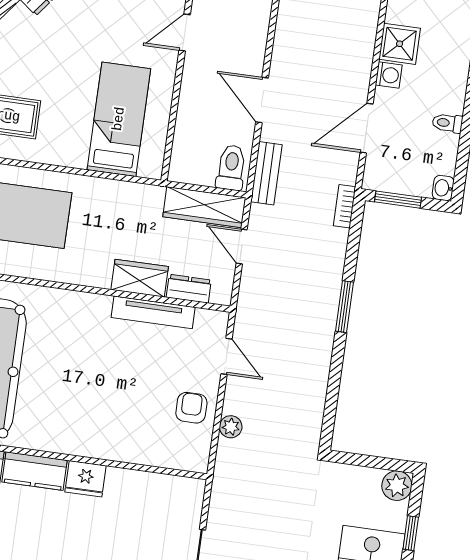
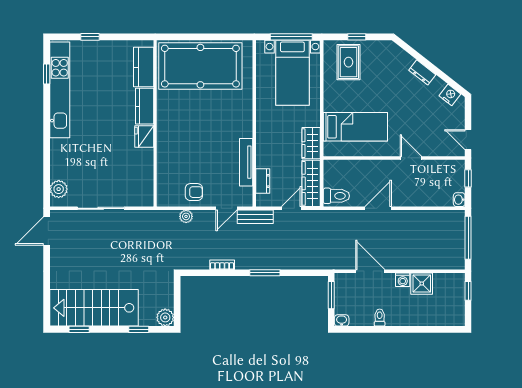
bench: (266, 173) -> (255, 217), moved
bookcase: (345, 206) -> (222, 265), moved
wardrobe: (140, 278) -> (311, 143), moved, turned 180

